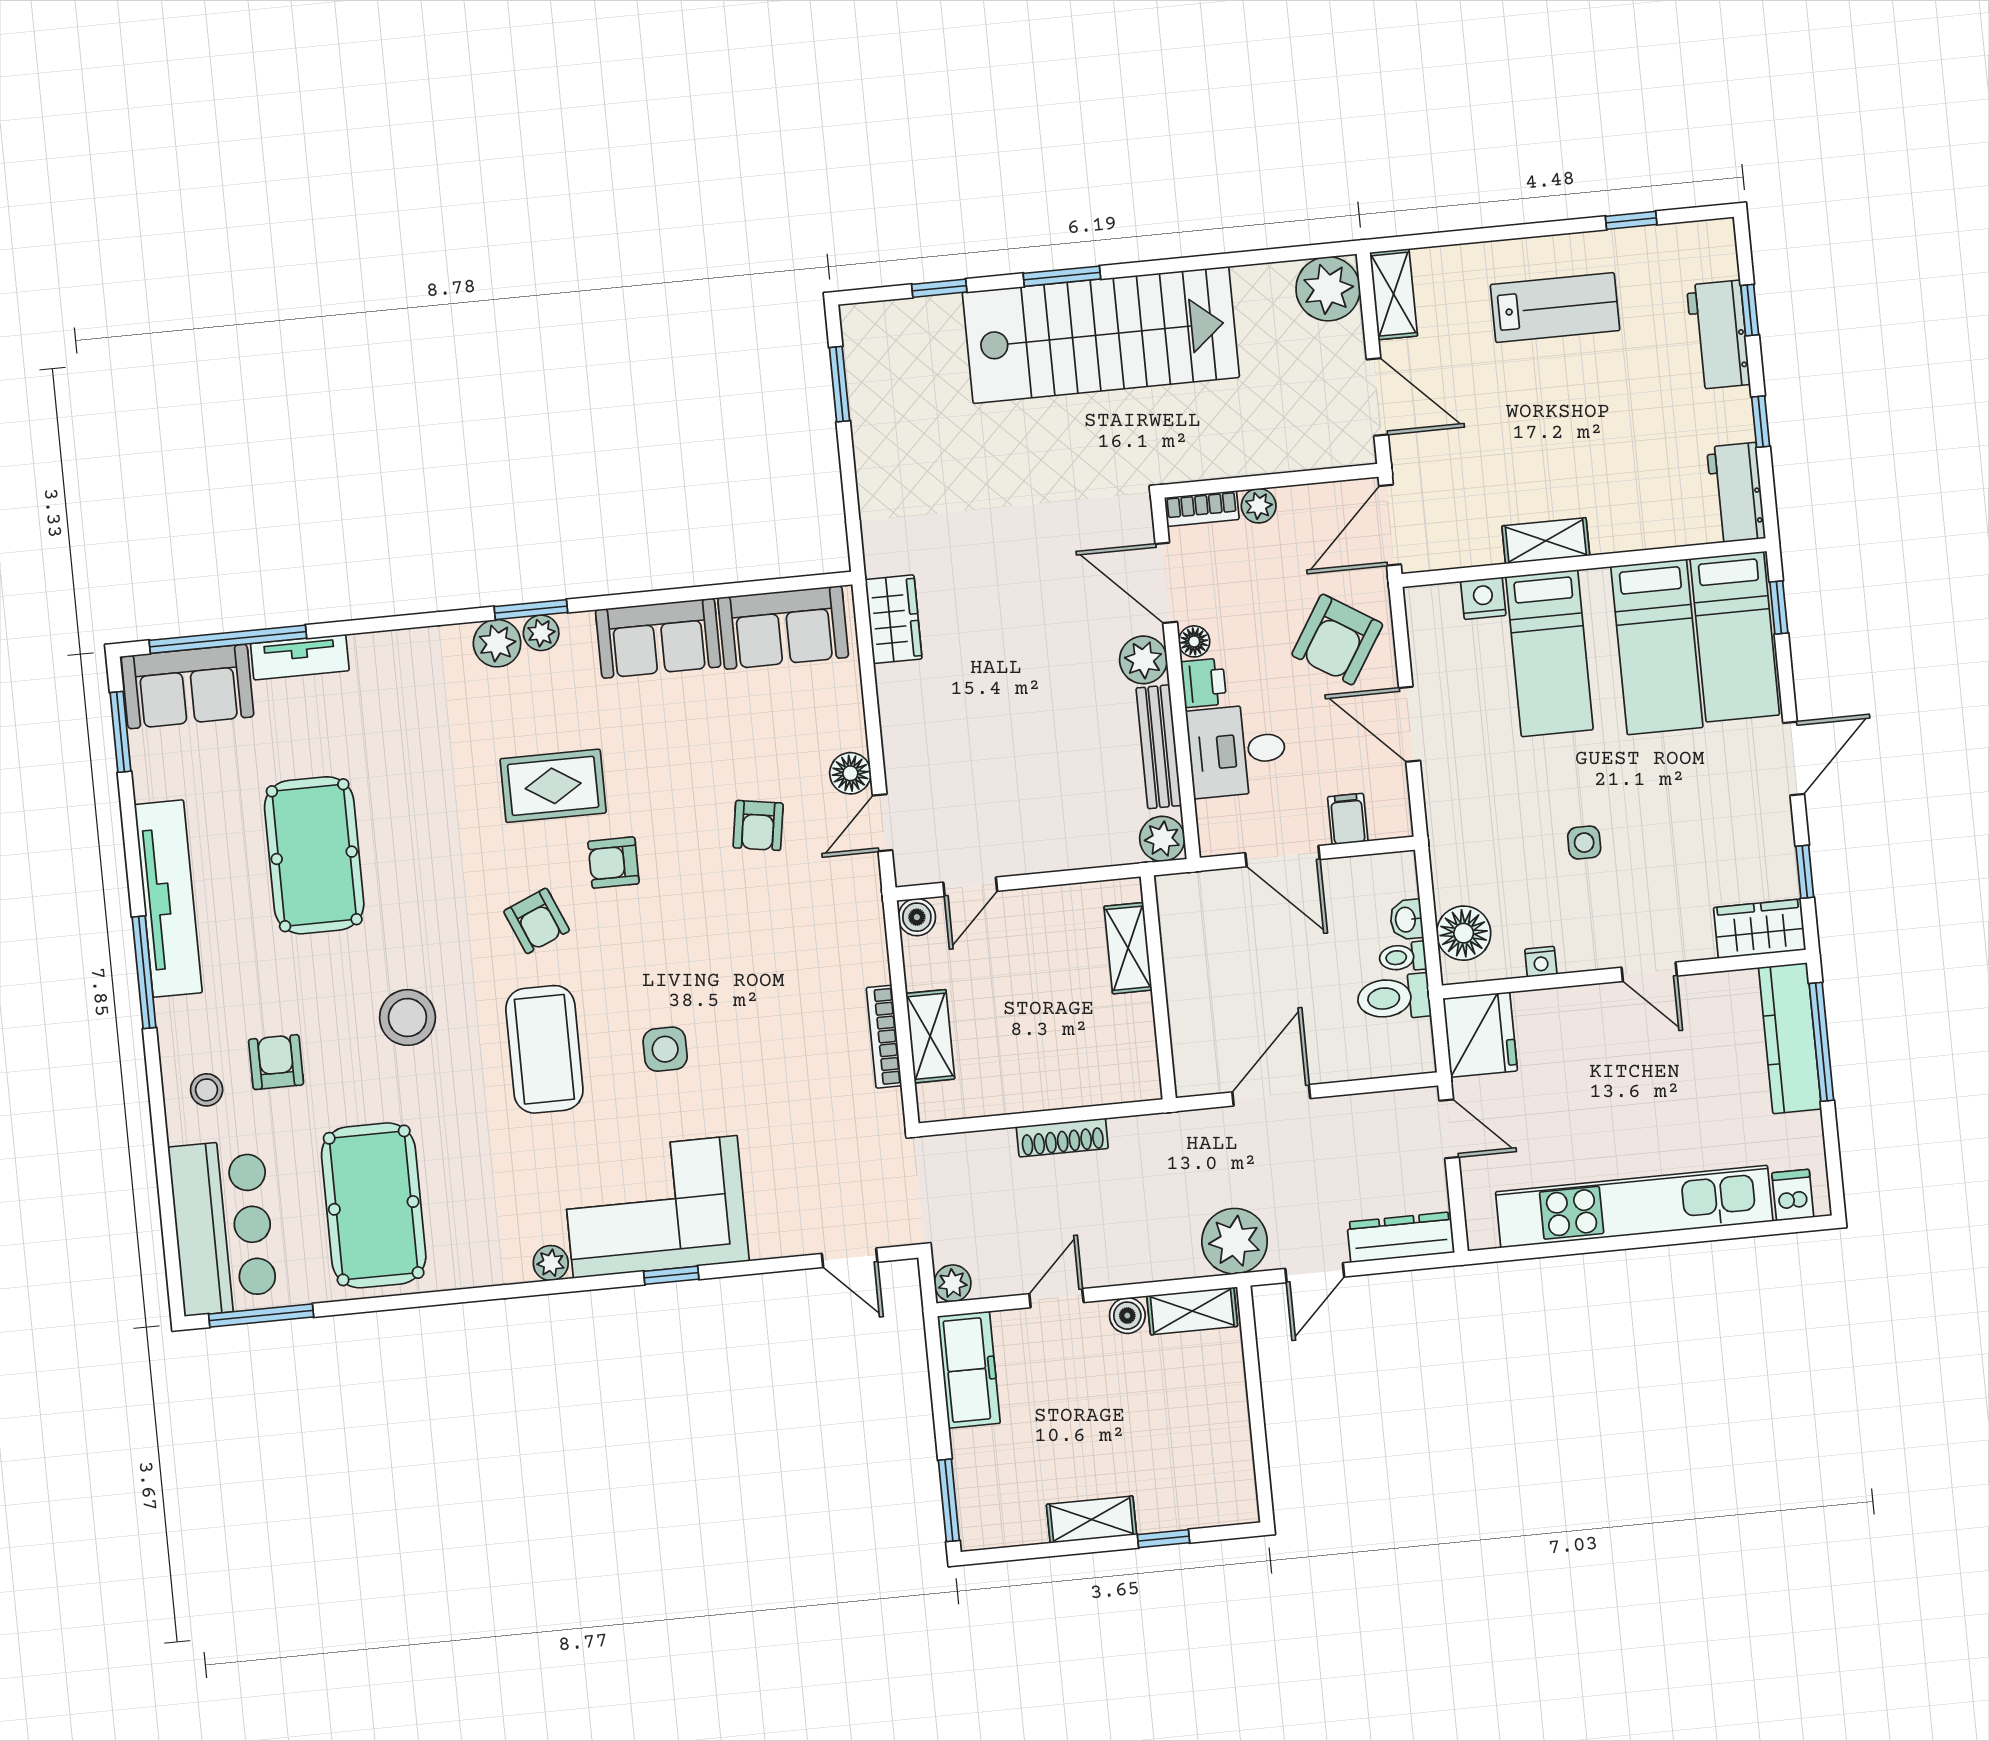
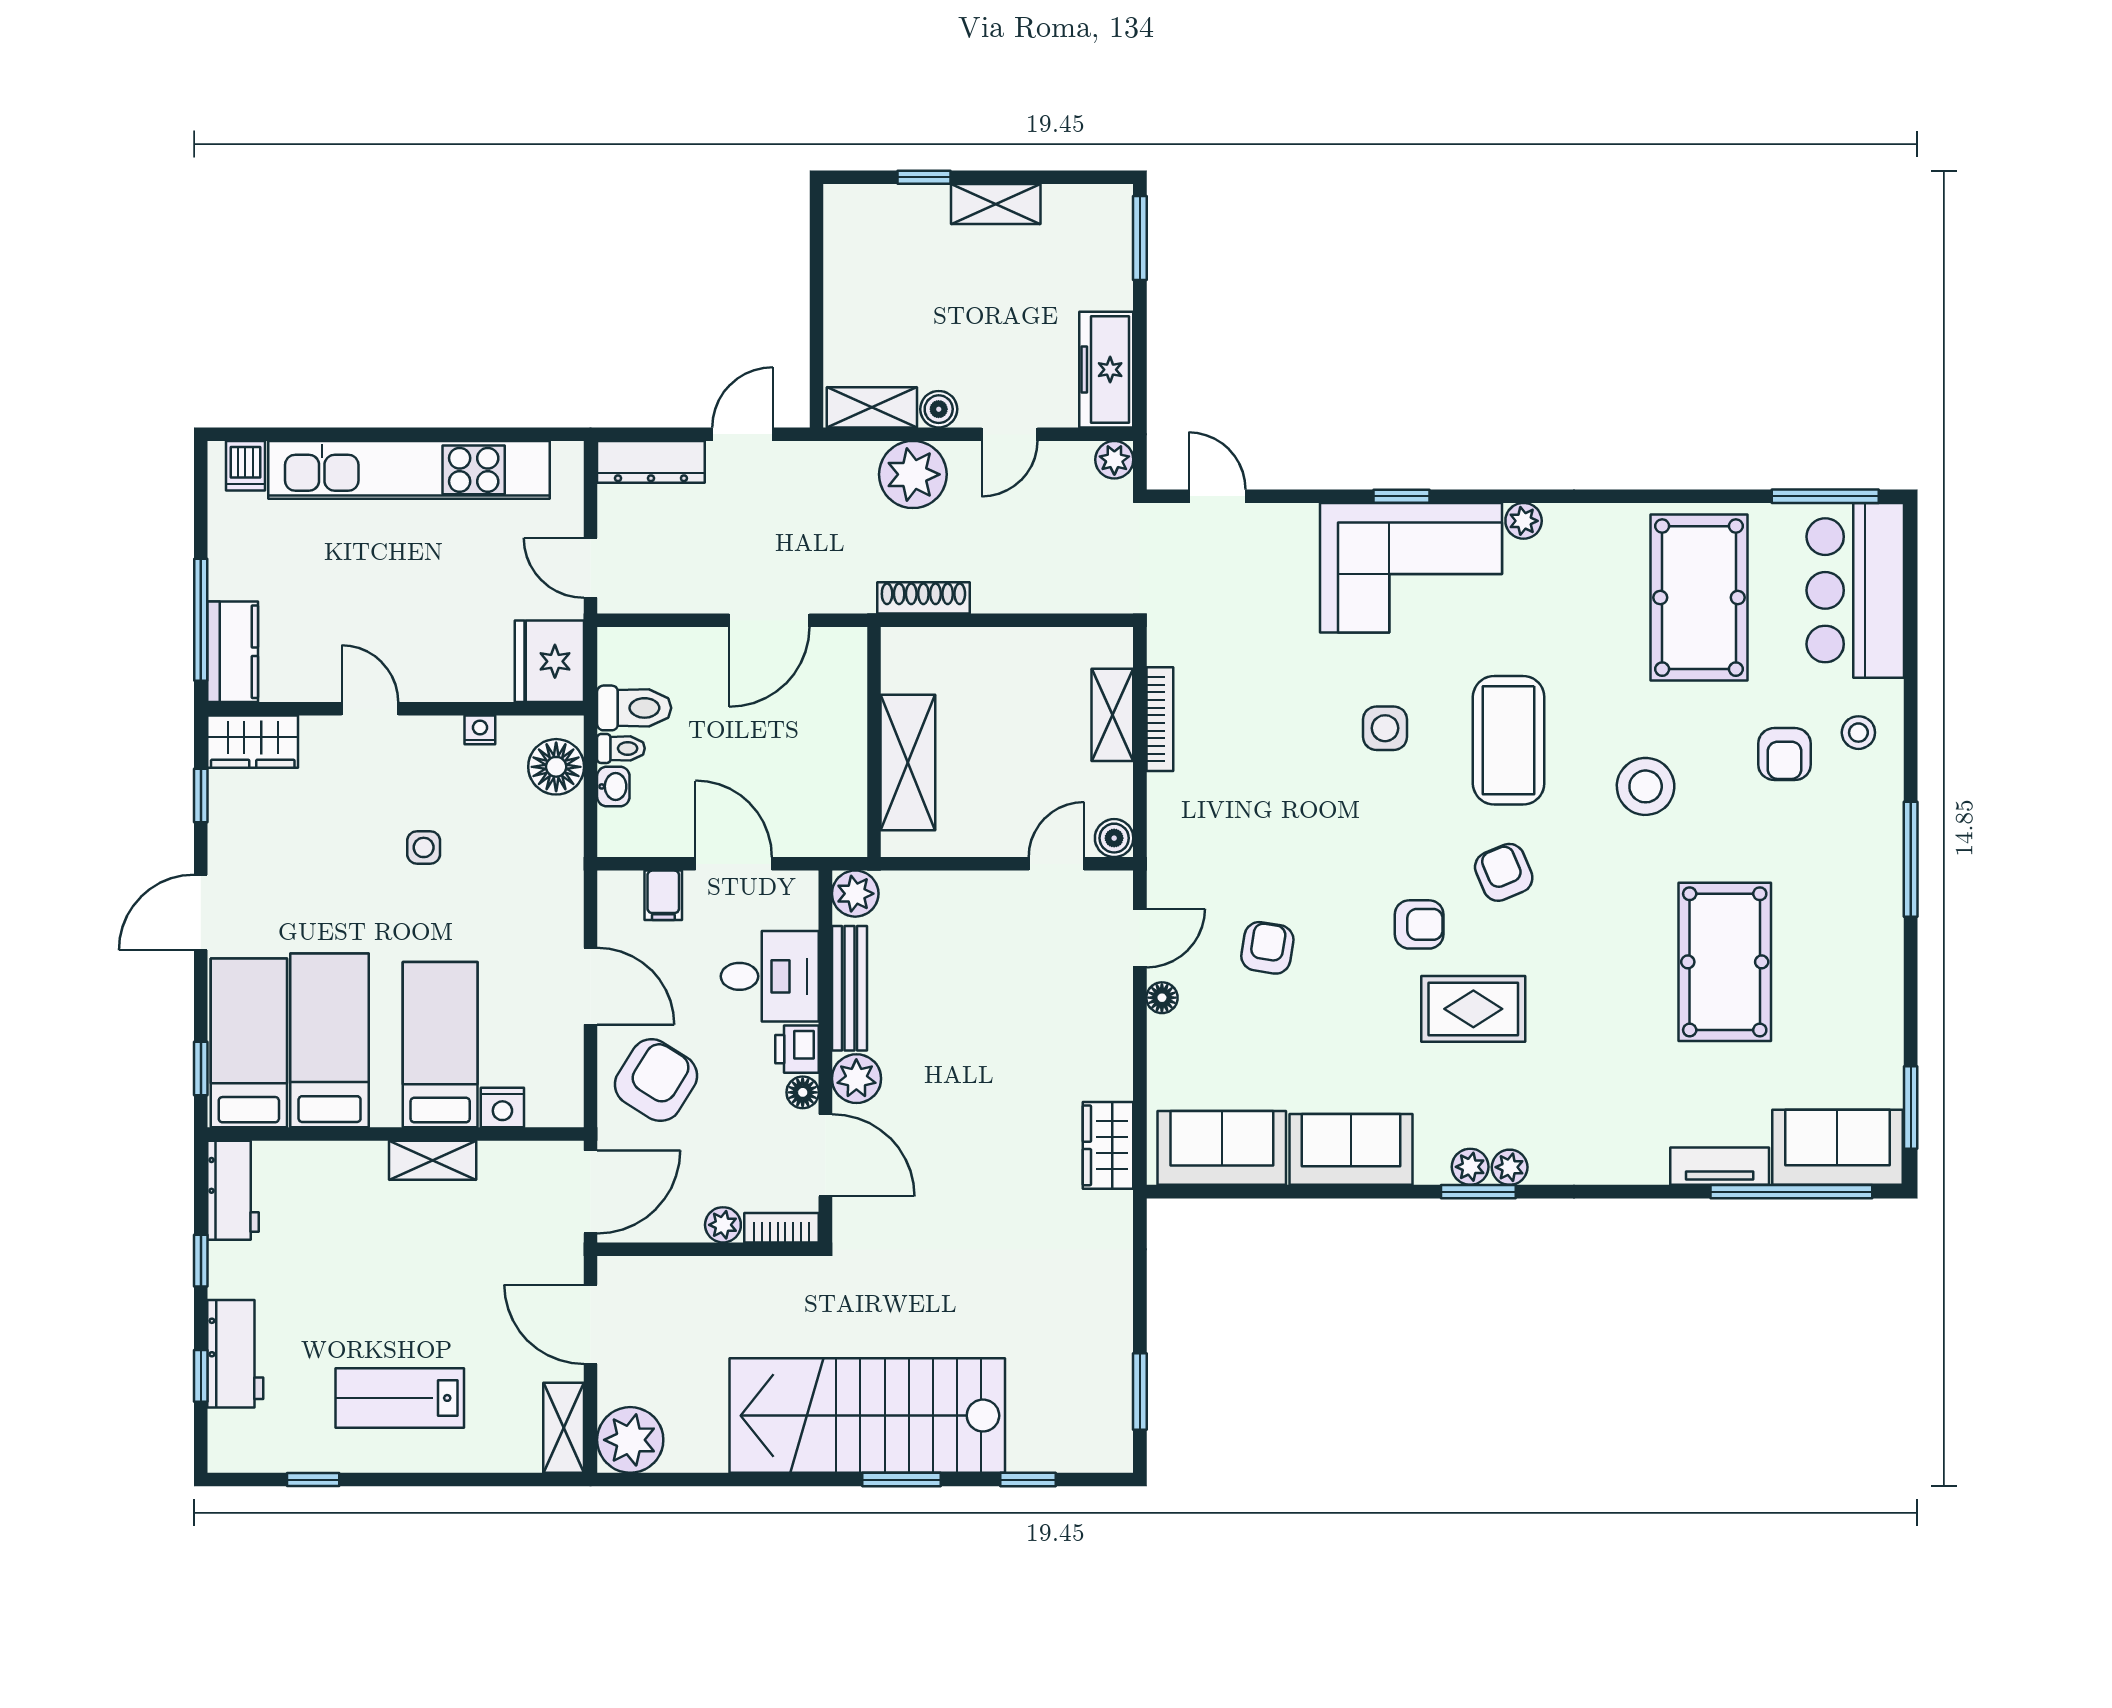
plant: (497, 643) -> (1510, 1167), width x0.73, depth x0.73
floor lamp: (850, 773) -> (1162, 998), width x0.73, depth x0.73
tv unit: (168, 899) -> (1878, 932), removed
shelving: (1128, 948) -> (908, 763), width x1.50, depth x1.33
kitchen counter: (1790, 1038) -> (233, 652), width x0.67
shoe rack: (1062, 1138) -> (923, 598), moved
plant: (1235, 1241) -> (913, 474), moved

